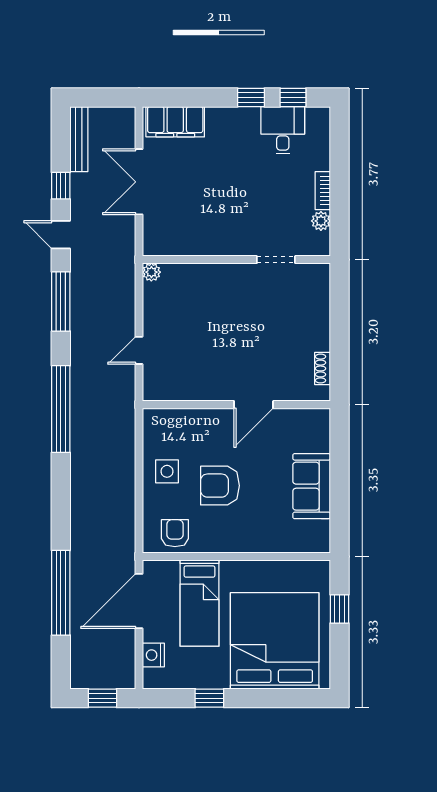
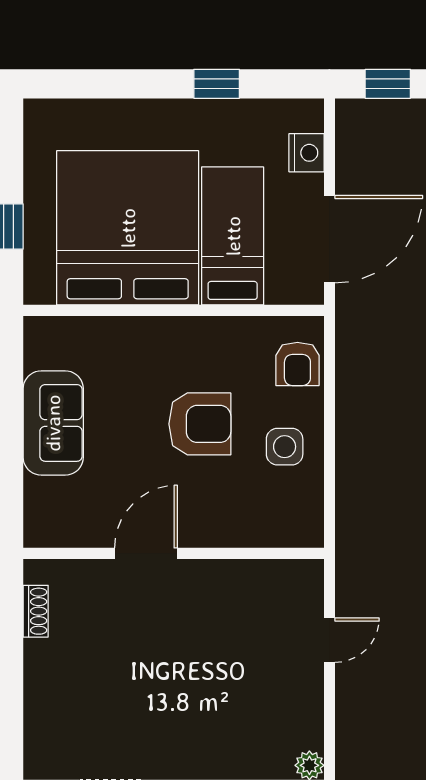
armchair: (175, 533) -> (297, 364), moved
bed: (275, 641) -> (128, 228), moved, turned 180

